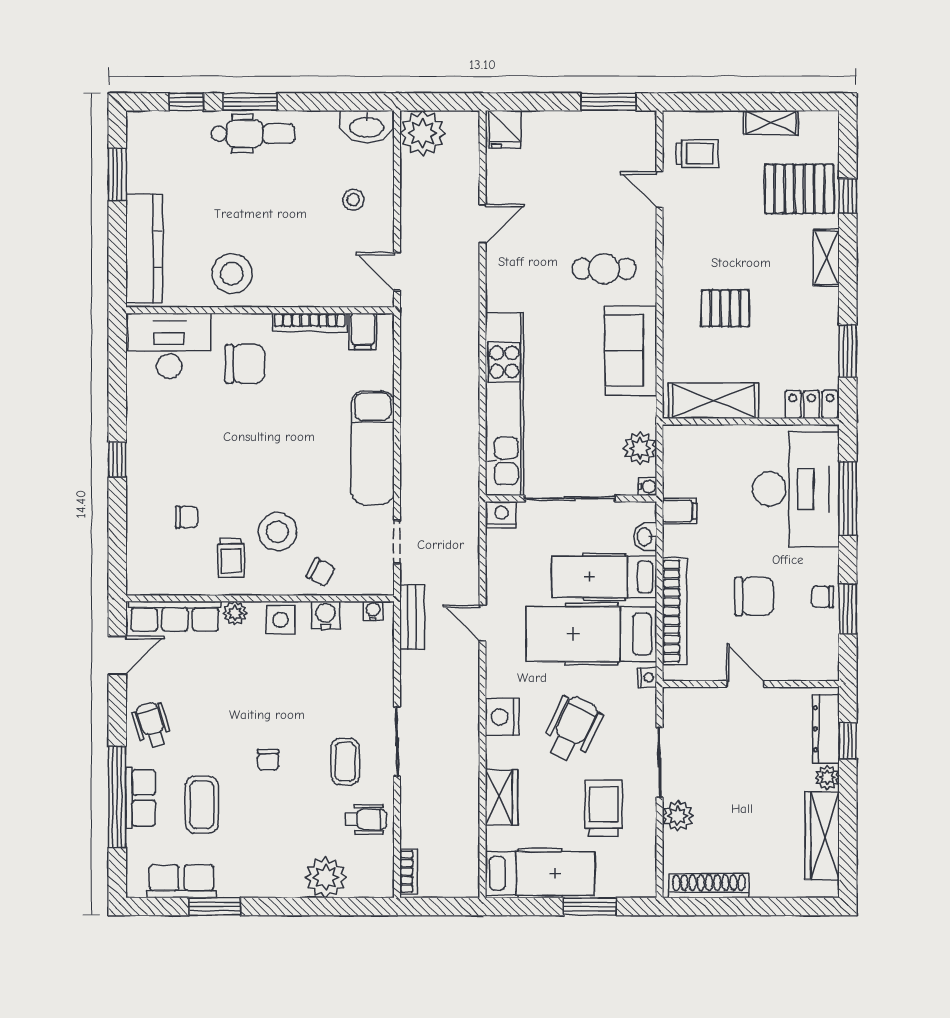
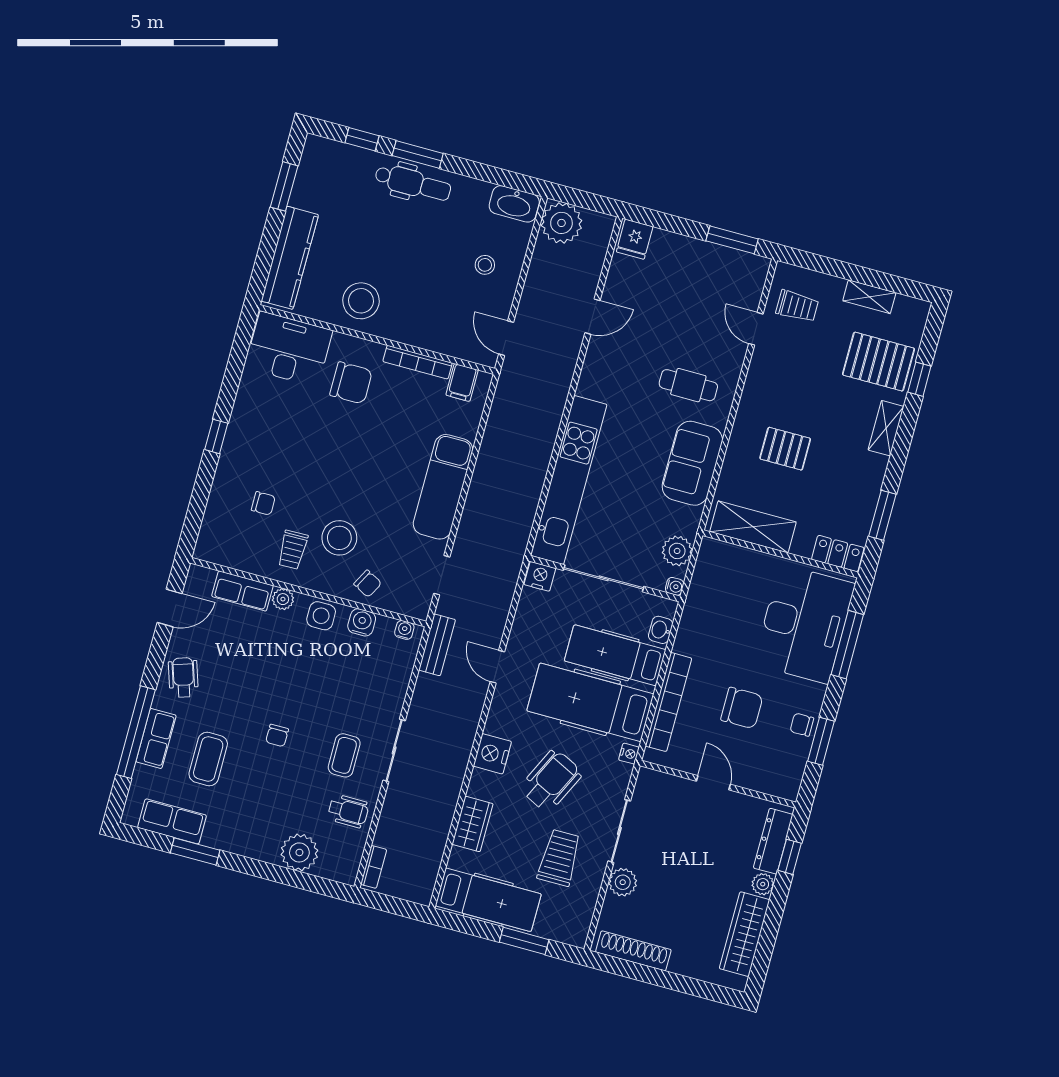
filing cabinet: (680, 511) -> (697, 615), removed
row of seats: (175, 616) -> (242, 591), width x0.68

